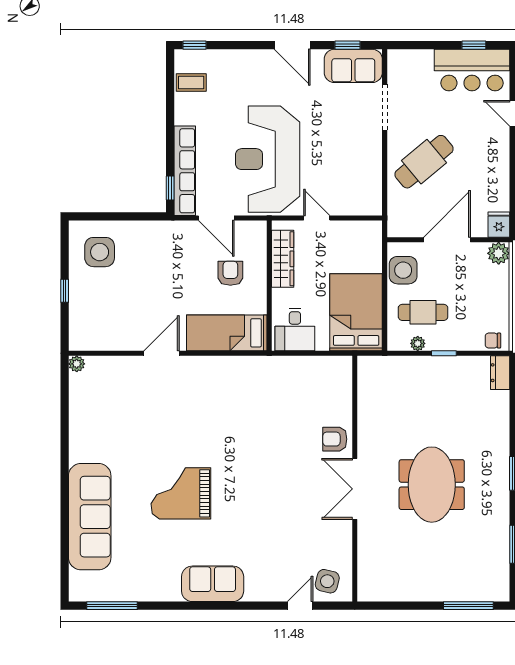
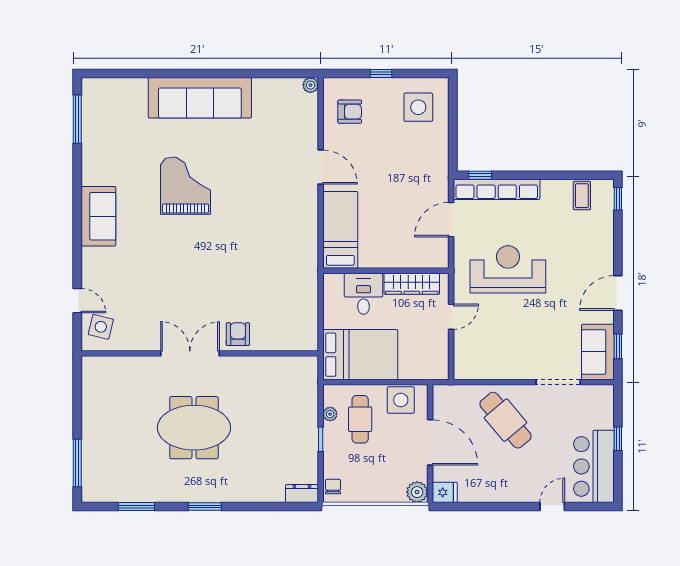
window: (474, 45) -> (618, 439), moved
reception desk: (268, 159) -> (508, 269), width x0.74, depth x0.77
armchair: (230, 273) -> (350, 112), moved
desk: (295, 330) -> (363, 294), moved, turned 90
sofa: (90, 517) -> (200, 98), moved

